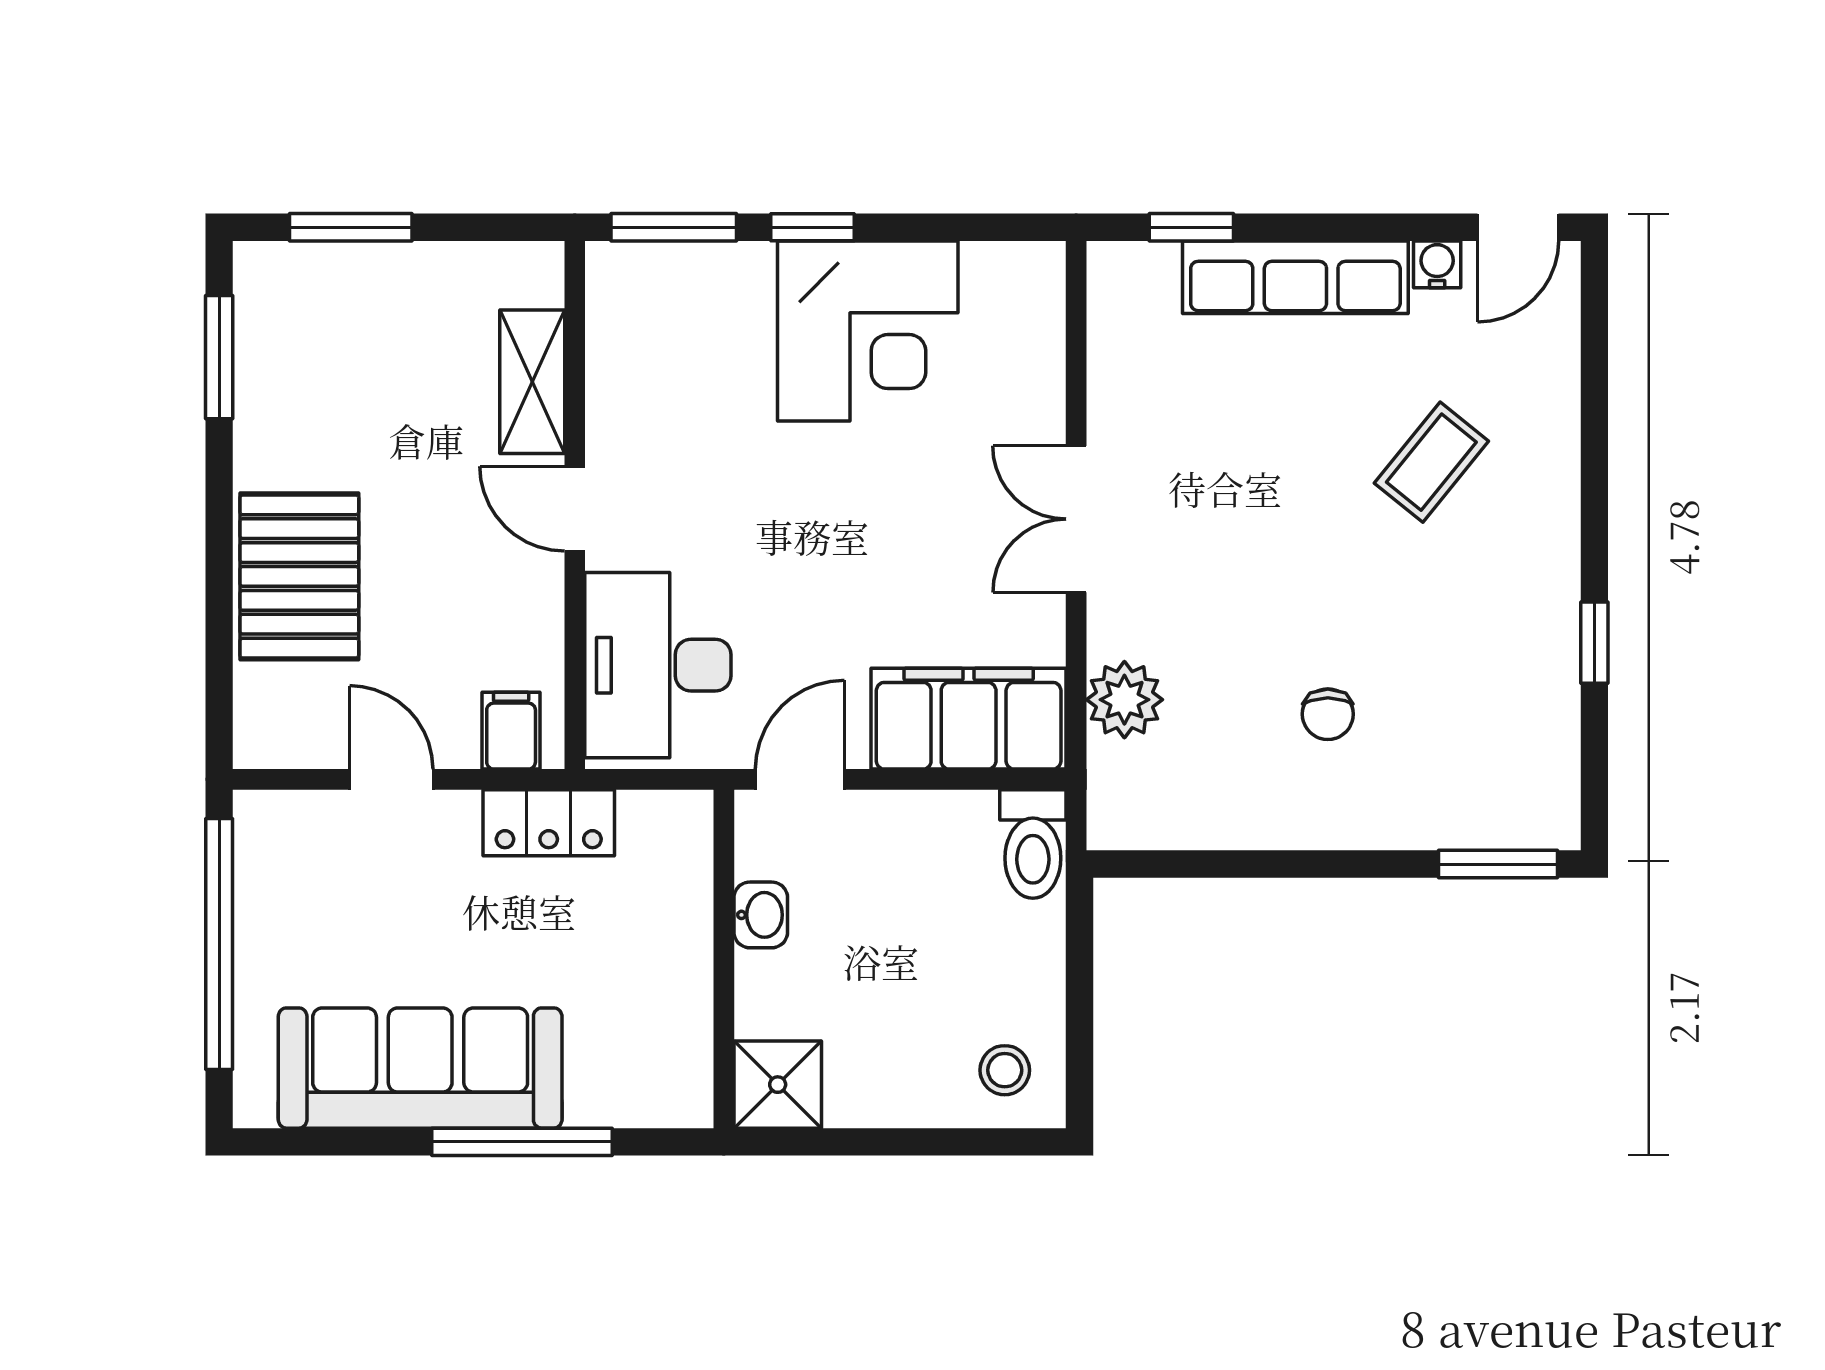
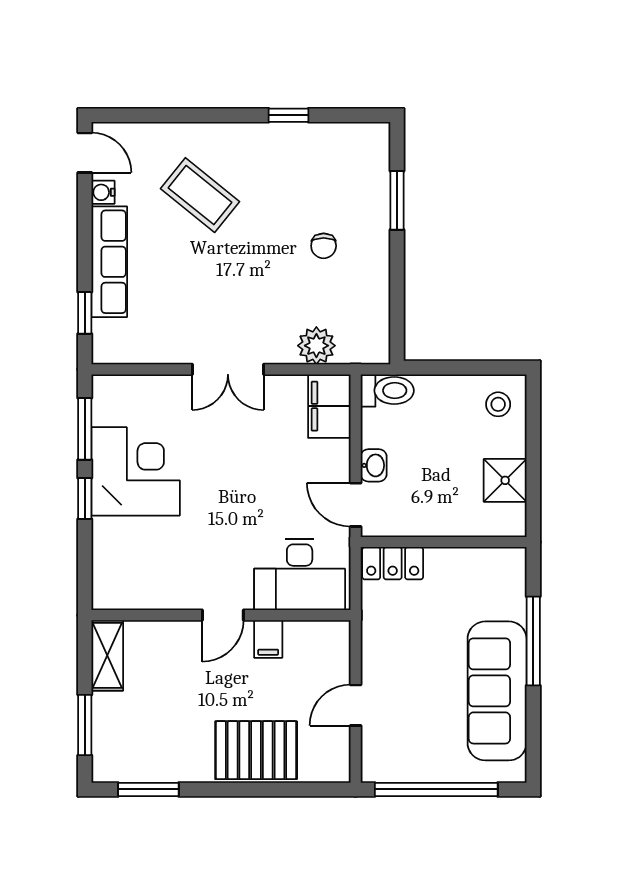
window: (674, 227) -> (85, 429), moved
shelving: (532, 382) -> (107, 655), moved, turned 90
coffee table: (1431, 462) -> (200, 195), width x1.36, depth x1.30
chair: (1328, 714) -> (324, 246), turned 90
filing cabinet: (969, 719) -> (329, 406), width x0.67, depth x0.86
filing cabinet: (511, 731) -> (268, 639), moved, turned -90
locker: (549, 823) -> (393, 563), moved, turned 90
window: (1498, 864) -> (397, 200), moved
washbasin: (761, 915) -> (374, 465), moved, turned 90
shower: (778, 1085) -> (505, 480), moved

